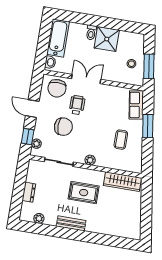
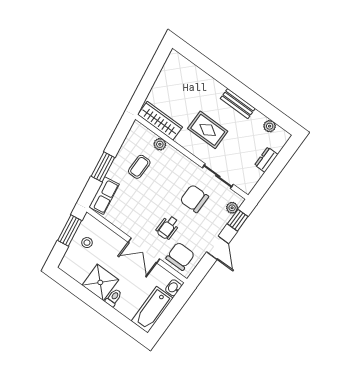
chair: (63, 127) -> (194, 199), moved
plant: (90, 160) -> (160, 144), moved

